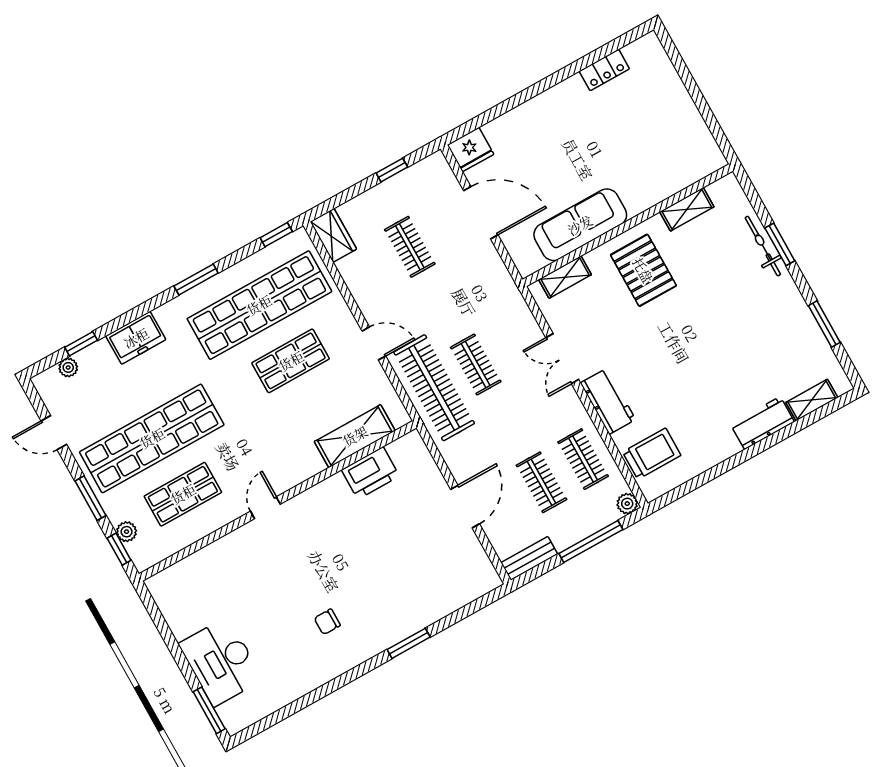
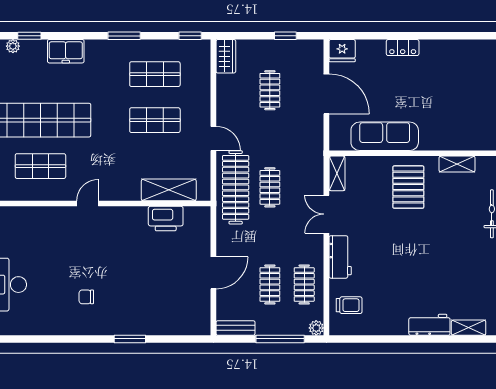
locker: (604, 70) -> (403, 48), moved
shelving: (565, 277) -> (337, 173), moved, turned 90
shop shelf: (259, 305) -> (155, 74), width x0.50, depth x0.74
trolley: (652, 454) -> (349, 305), width x0.73, depth x0.72

